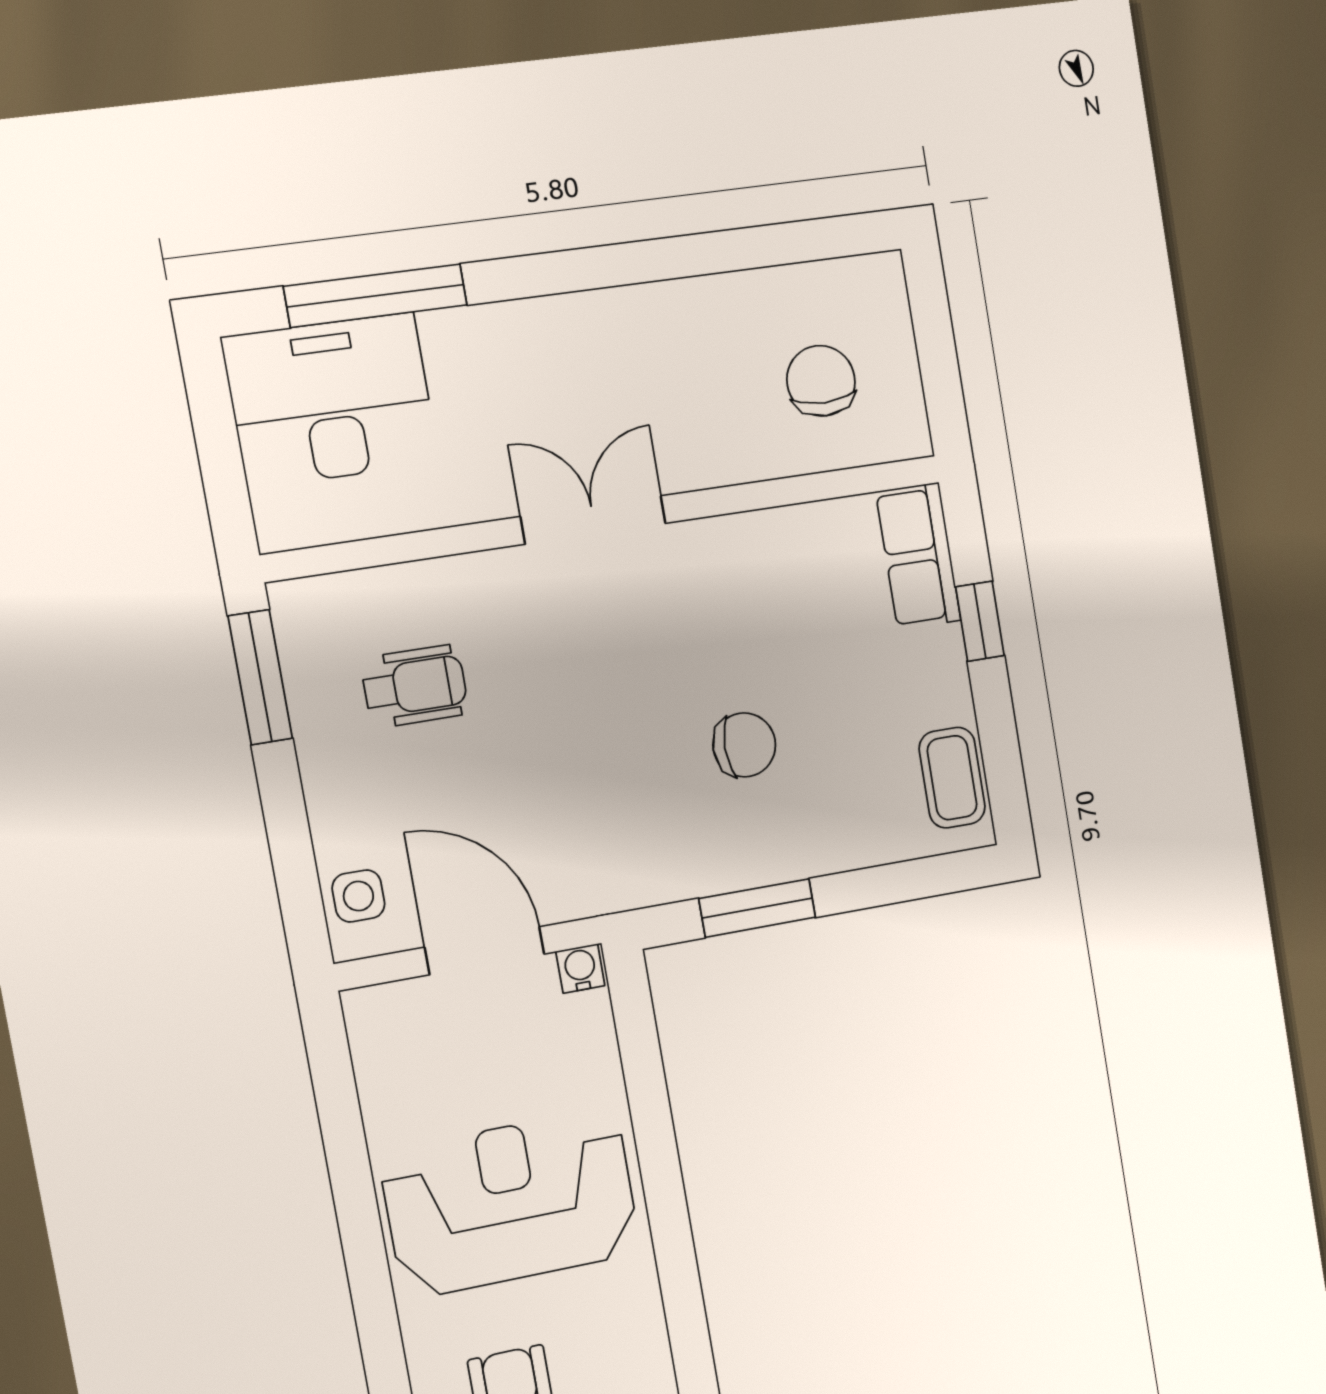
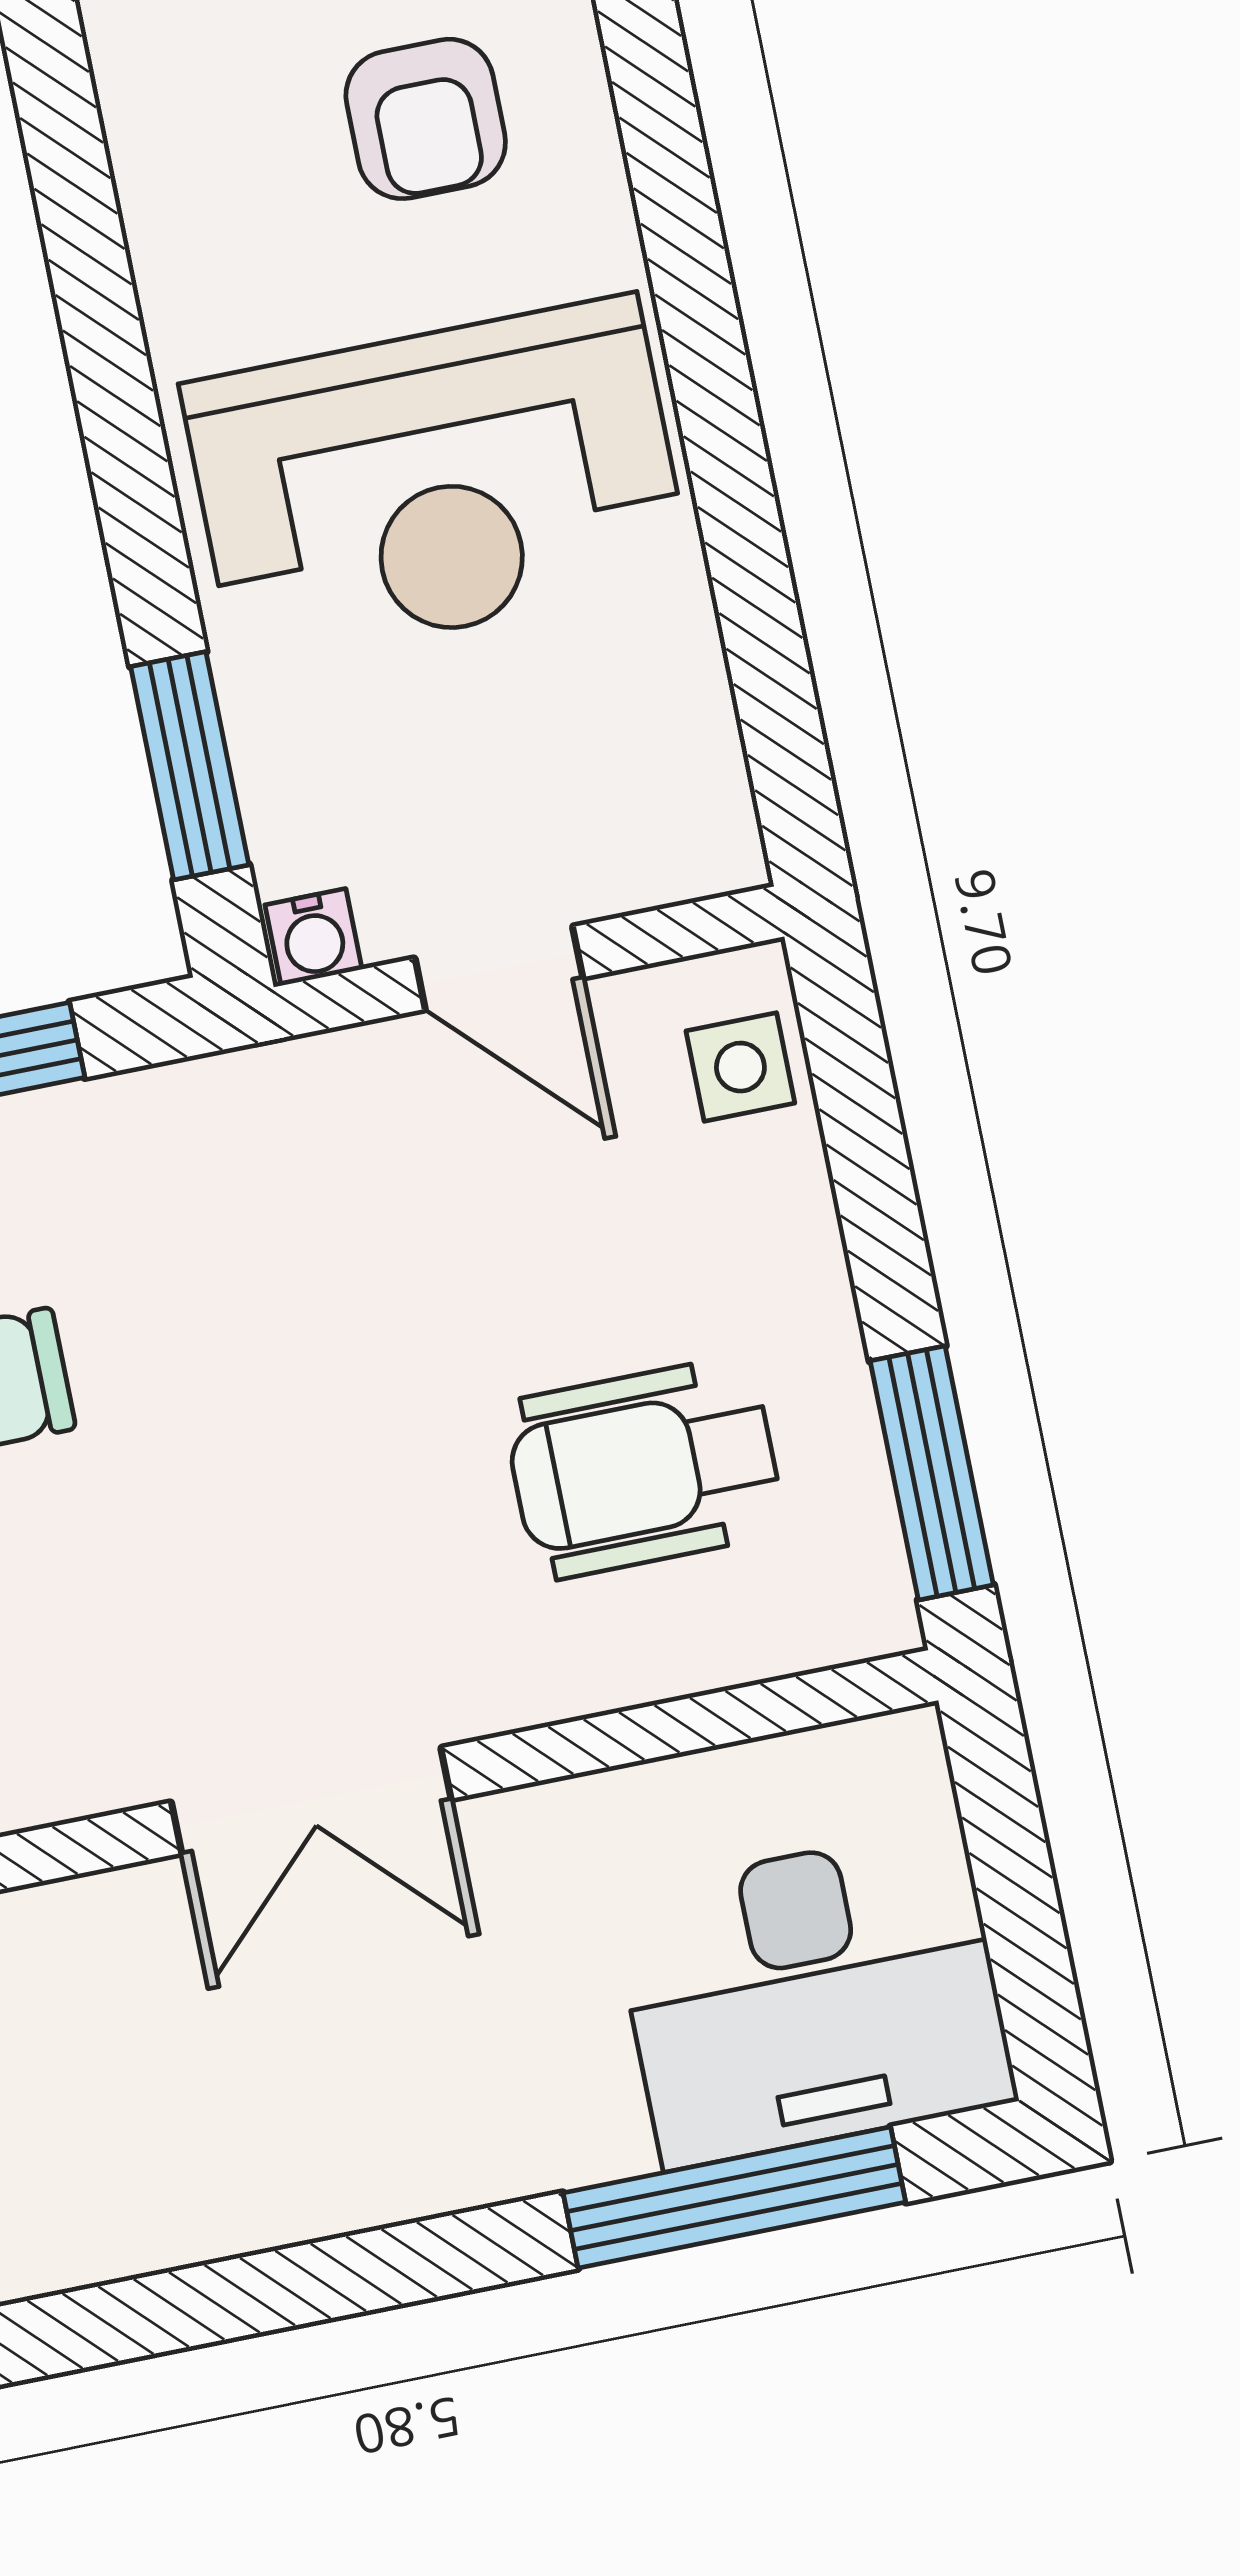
wheelchair: (415, 686) -> (644, 1468), width x1.36, depth x1.37
door: (485, 951) -> (499, 968), width x0.73
window: (641, 1057) -> (190, 766), added

